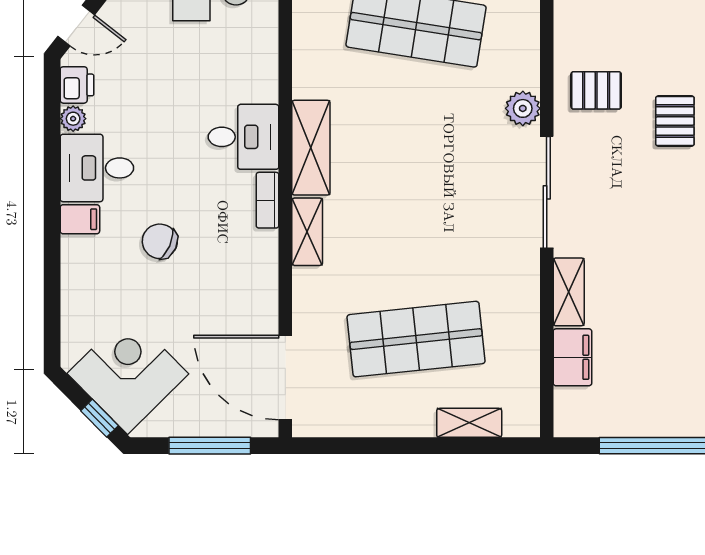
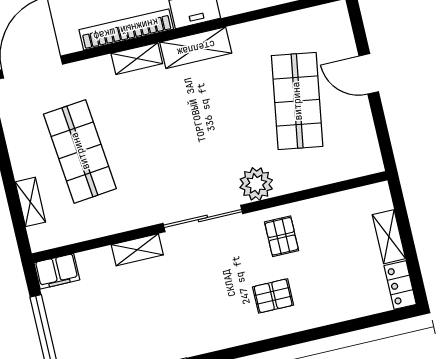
plant: (523, 108) -> (256, 184), width x1.36, depth x1.36
bookcase: (268, 200) -> (126, 29), width x2.31, depth x1.31
filing cabinet: (572, 357) -> (57, 271), moved

